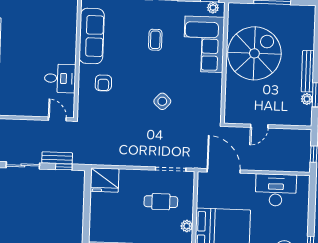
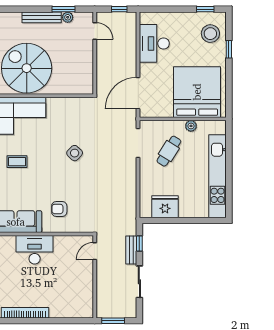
desk: (60, 78) -> (35, 250), moved, width x1.37
armchair: (103, 83) -> (59, 209), turned 180
door: (259, 126) -> (95, 31), moved
fridge: (105, 180) -> (165, 207), moved, turned -90
cafe table: (161, 202) -> (169, 151), turned 32

